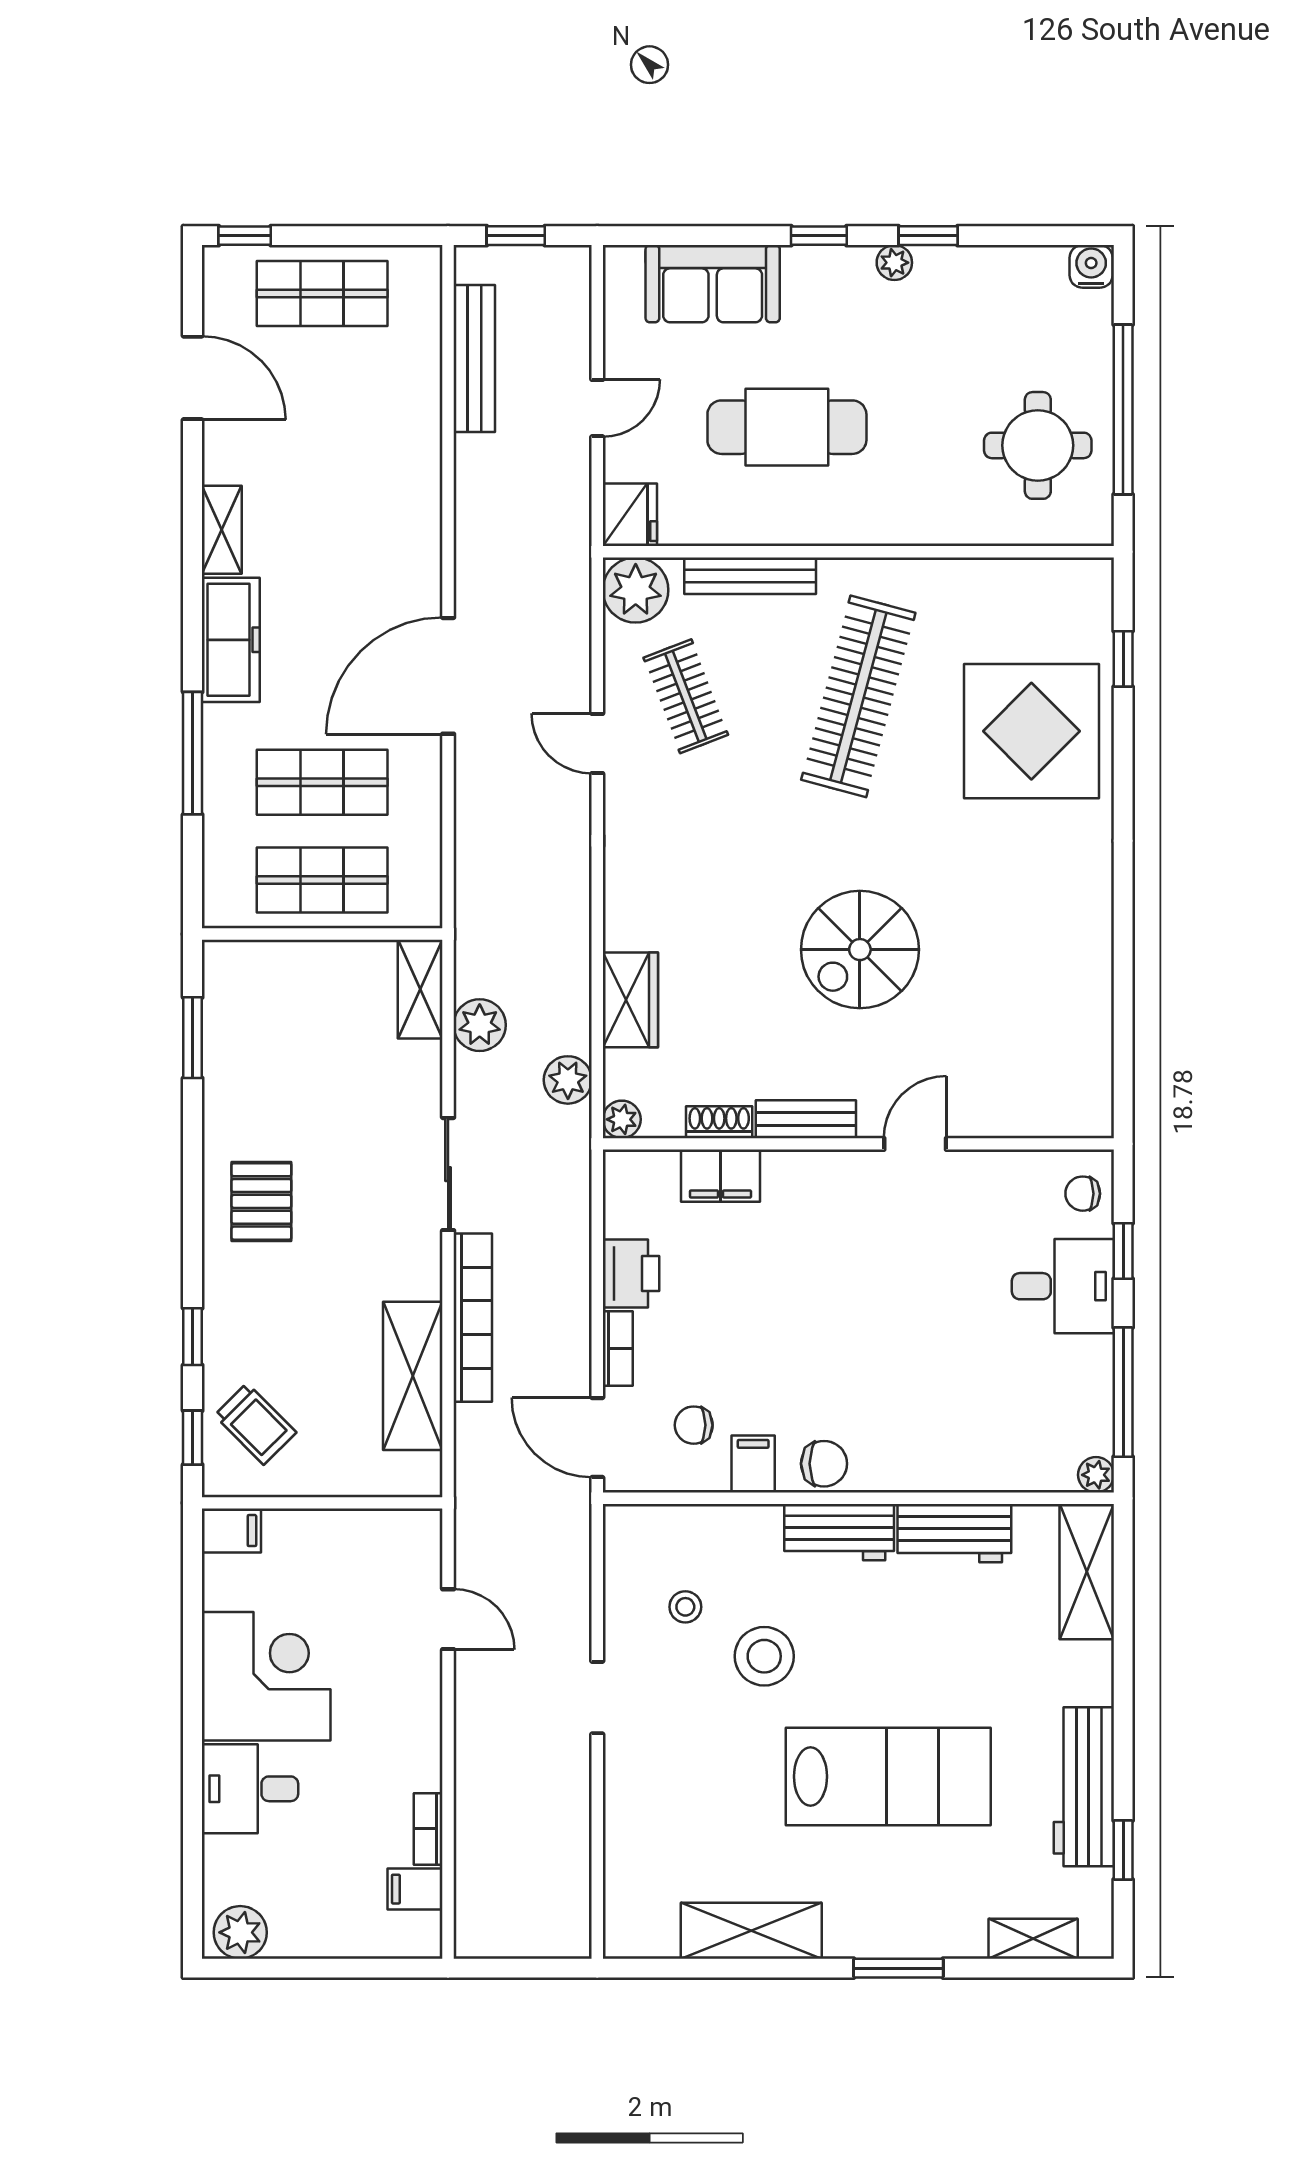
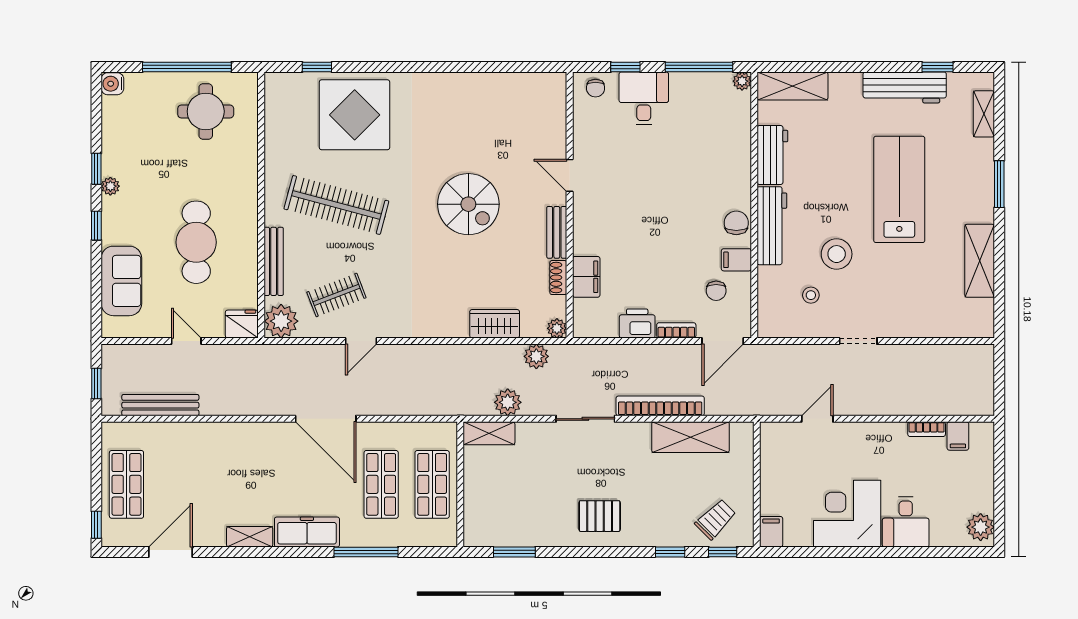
workbench: (839, 1532) -> (772, 226), width x1.38

